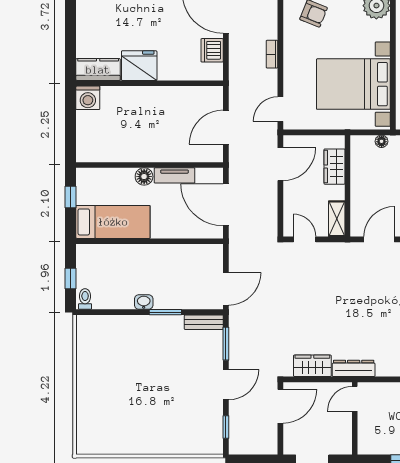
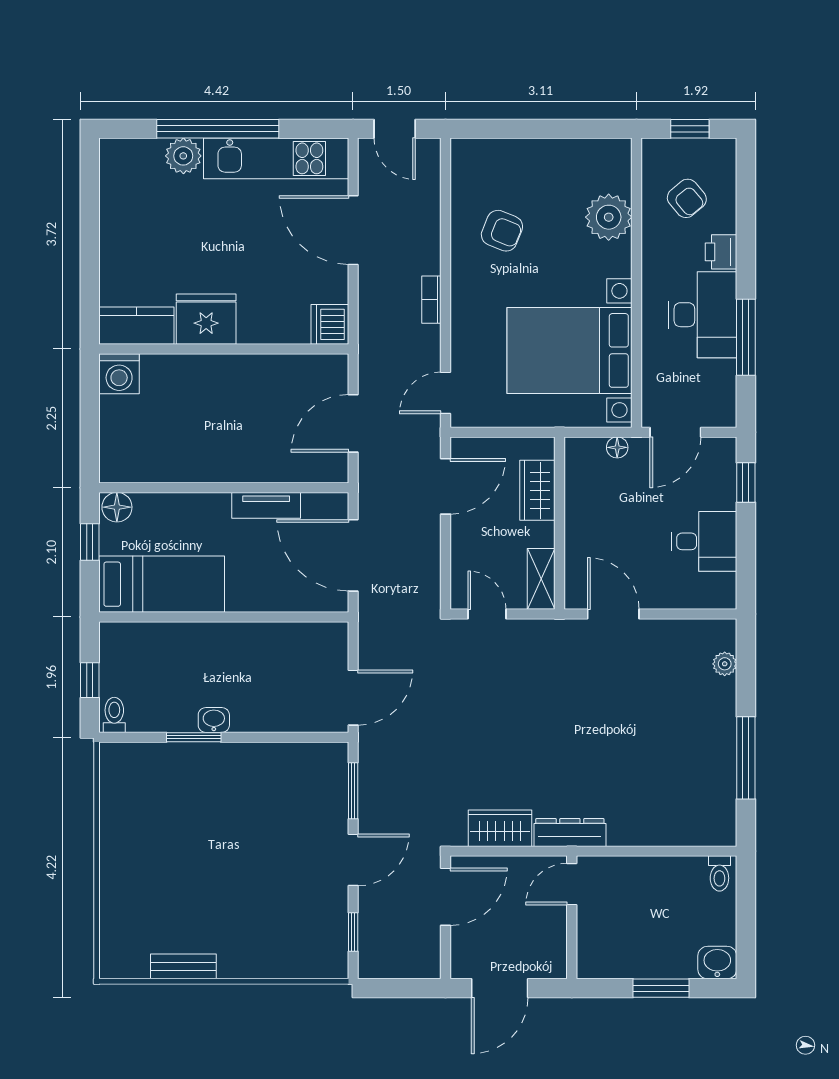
dishwasher: (212, 50) -> (330, 324), moved
floor lamp: (144, 177) -> (117, 507), moved
door: (379, 239) -> (613, 614), hinge flipped
window: (165, 312) -> (194, 737), moved
bench: (204, 322) -> (183, 966), moved

